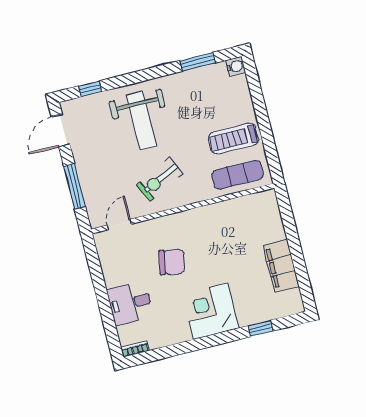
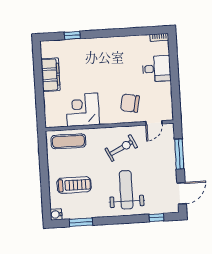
treadmill: (233, 139) -> (74, 185), moved
chair: (172, 262) -> (130, 103), moved
corner desk: (211, 311) -> (83, 110), moved, turned 180

